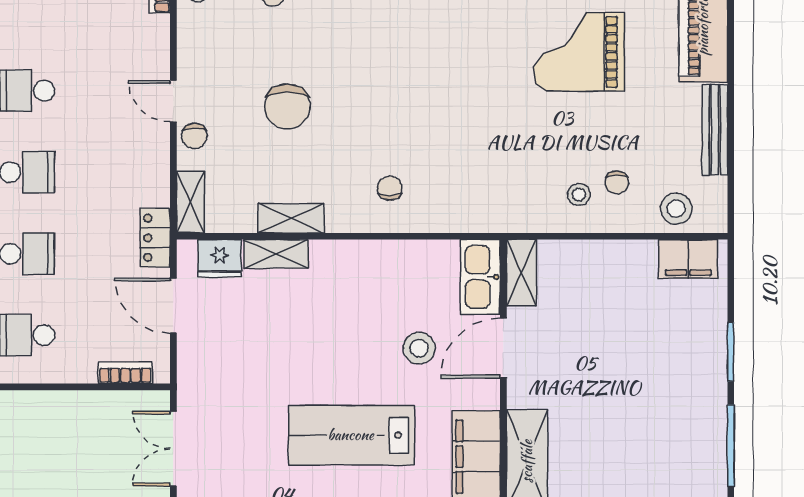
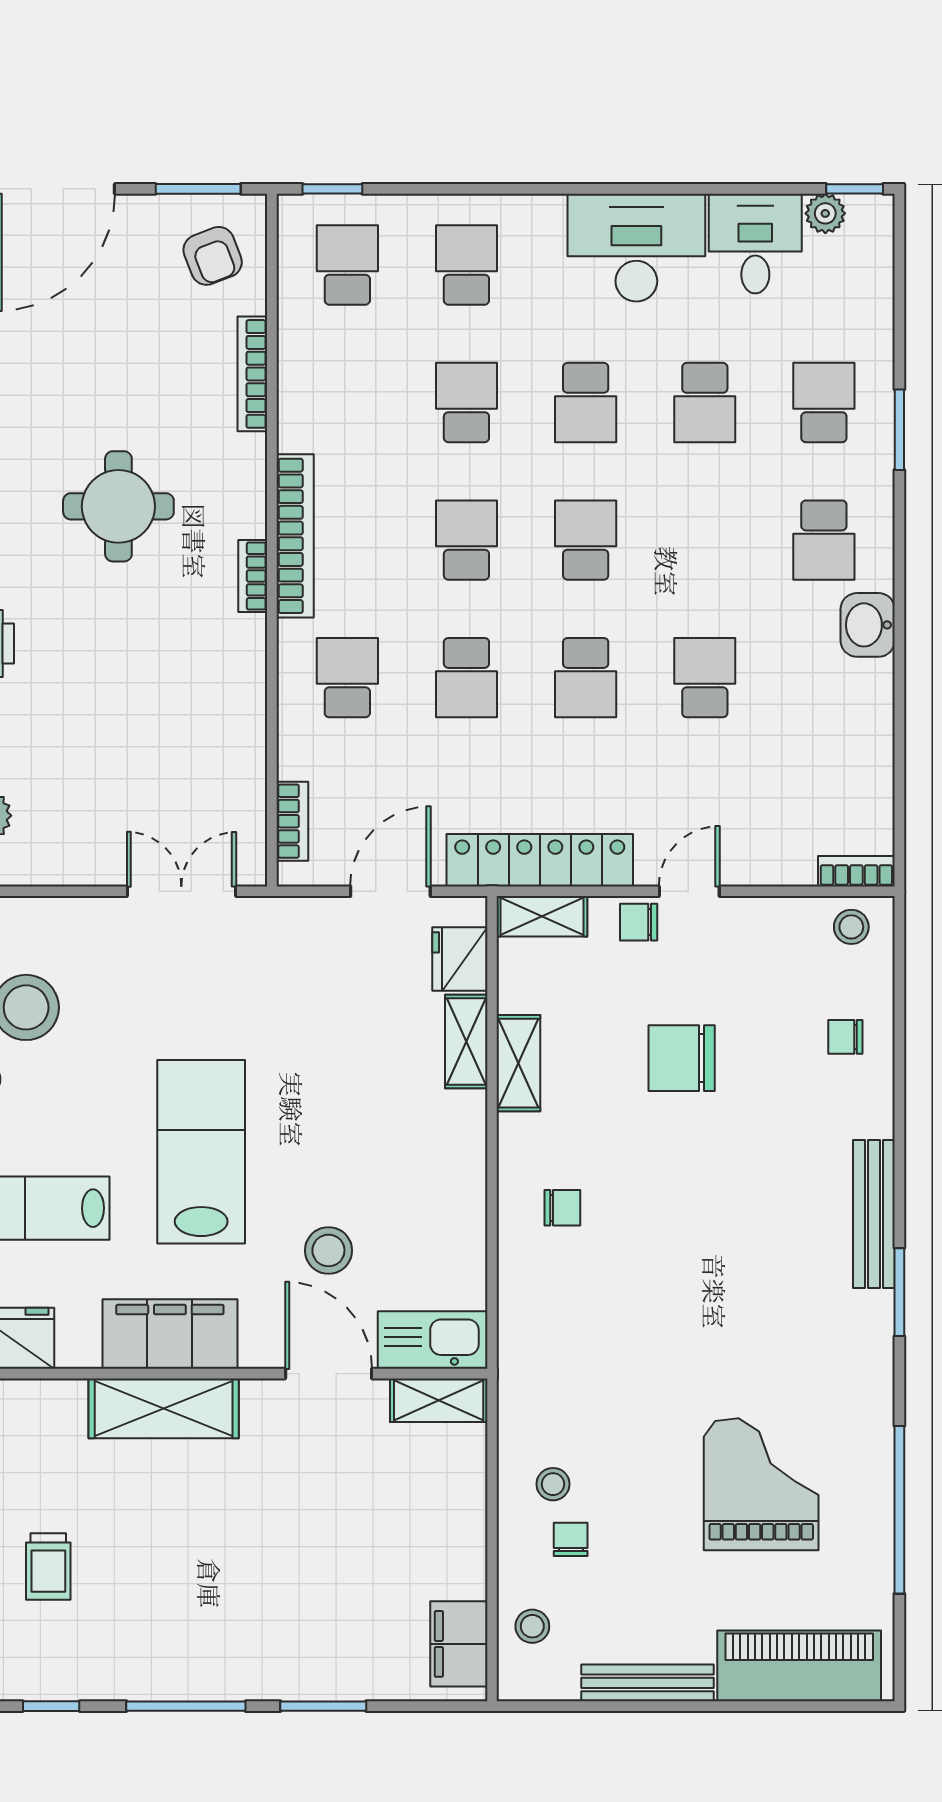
chair: (617, 182) -> (571, 1539), turned 90
stool: (676, 209) -> (532, 1626), width x0.73, depth x0.73
locker: (155, 238) -> (540, 860), width x2.16, depth x1.21

